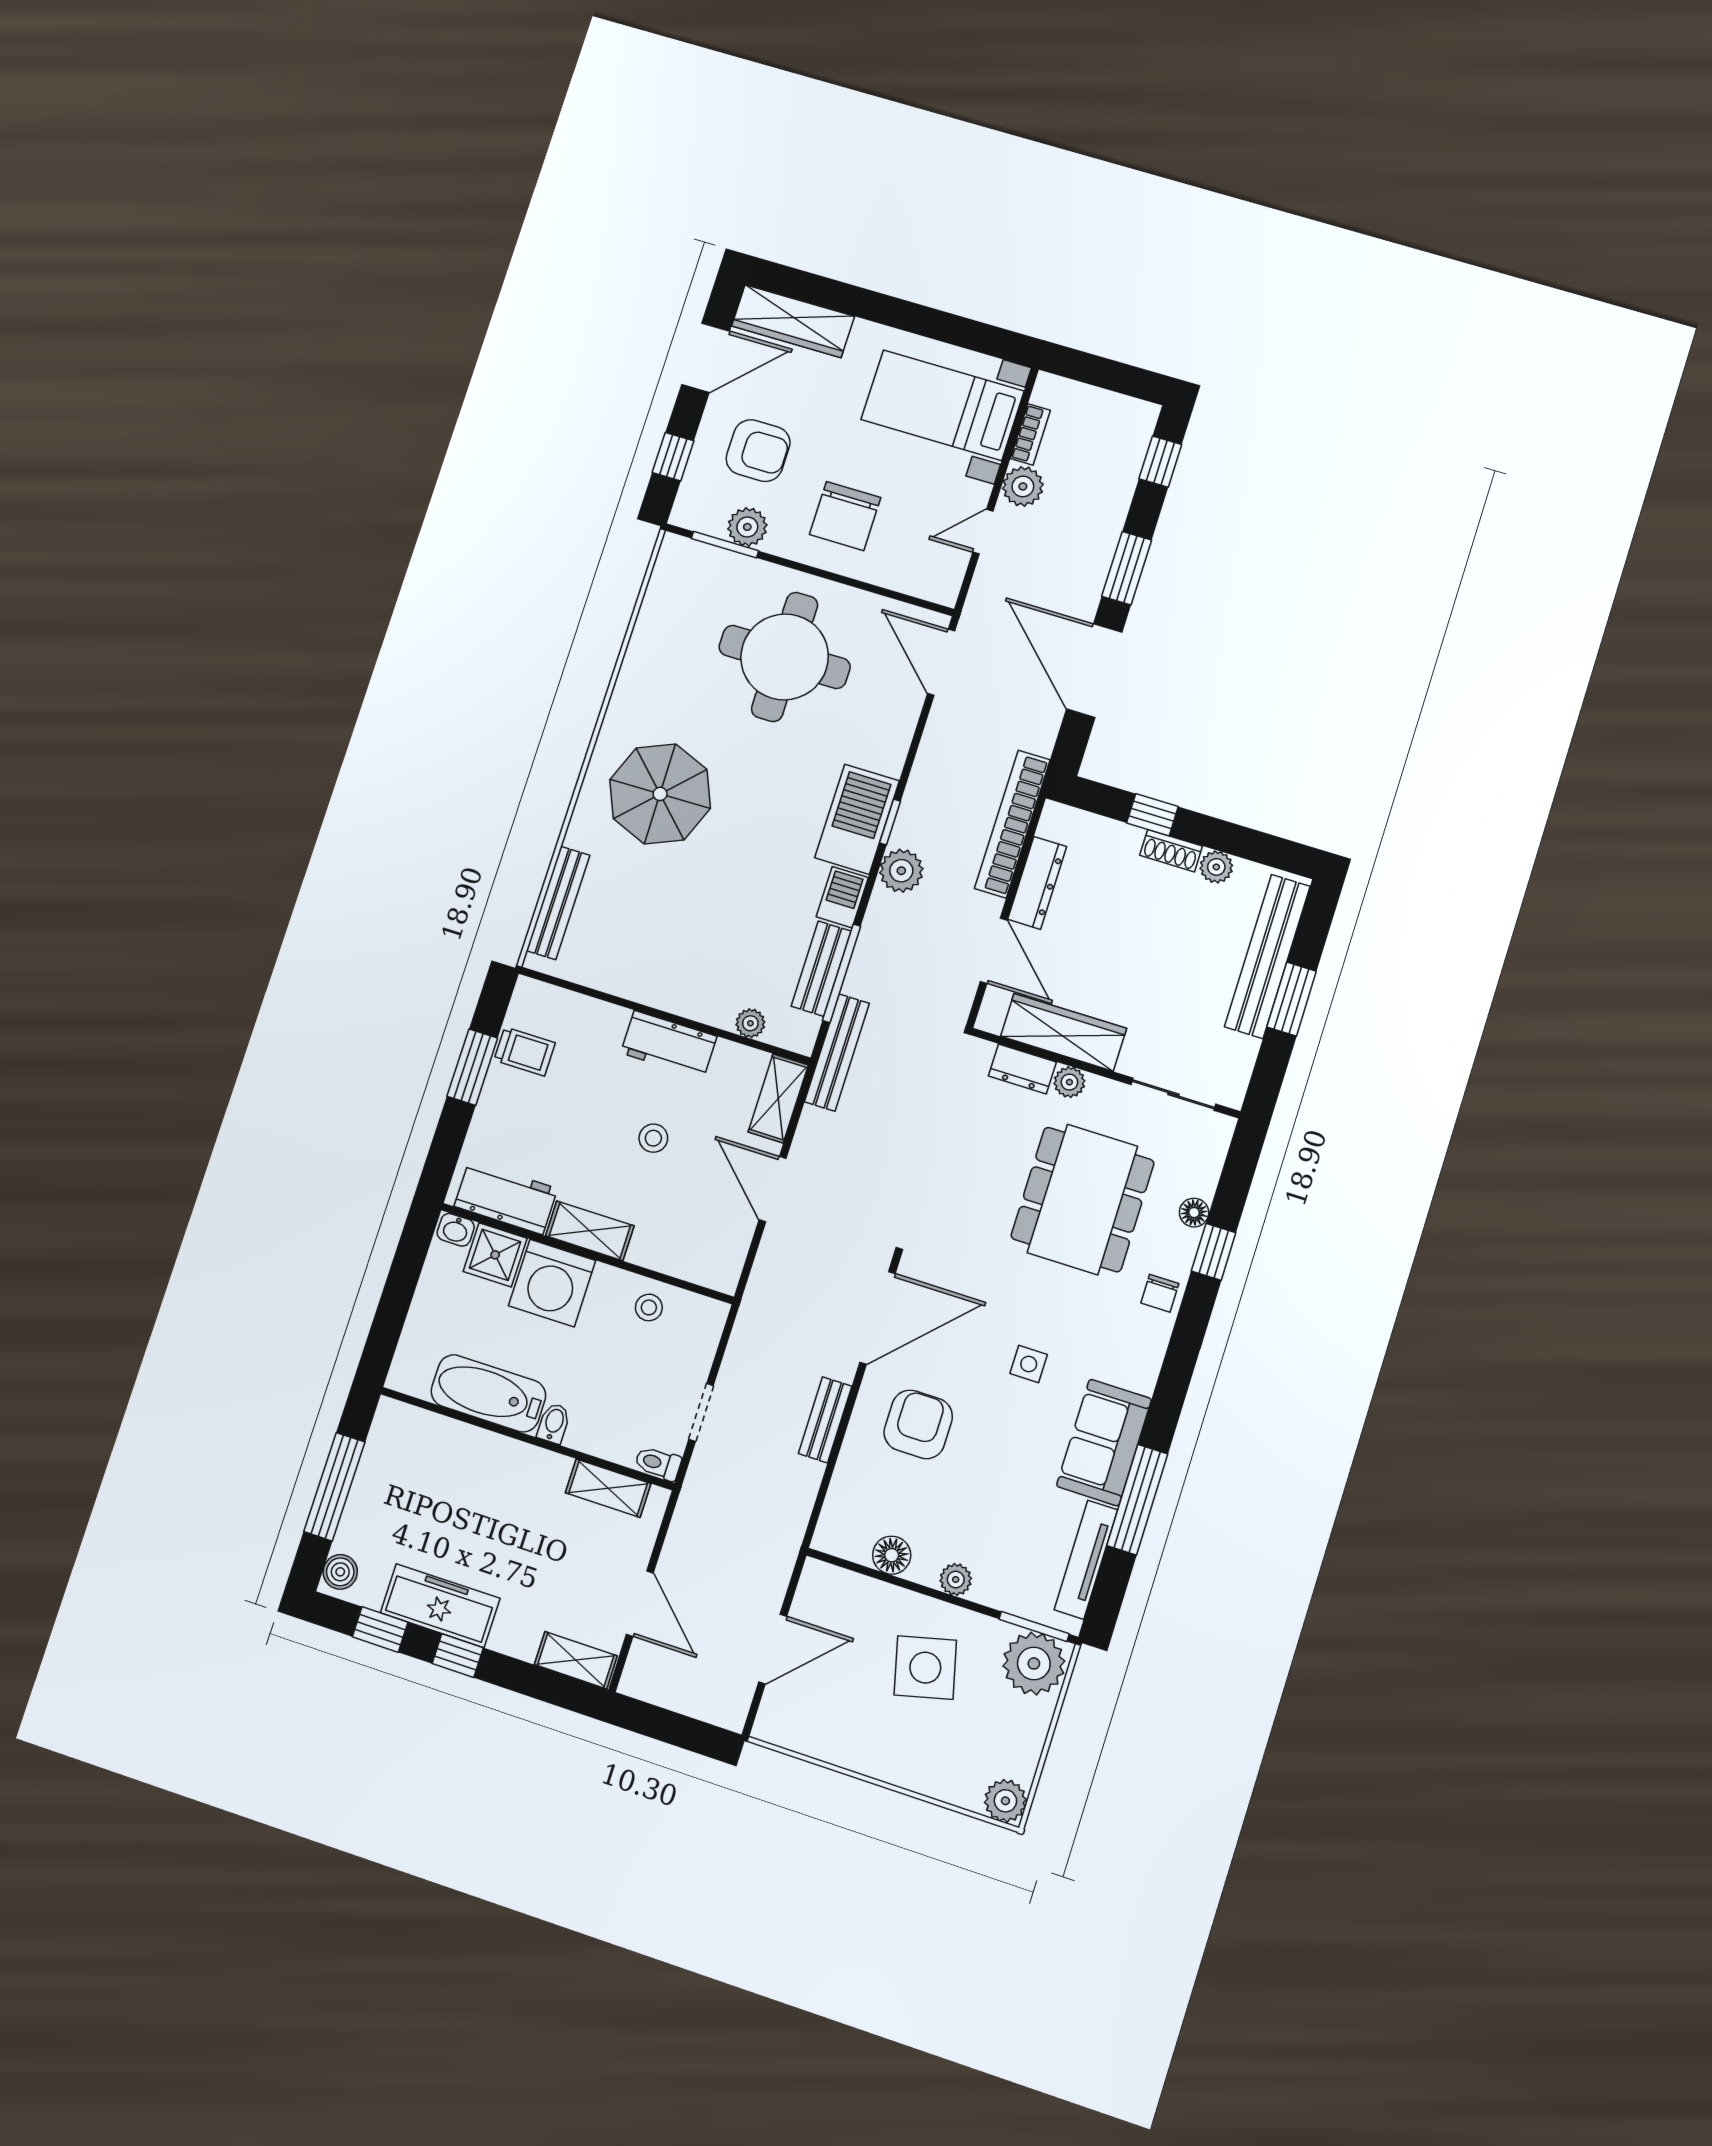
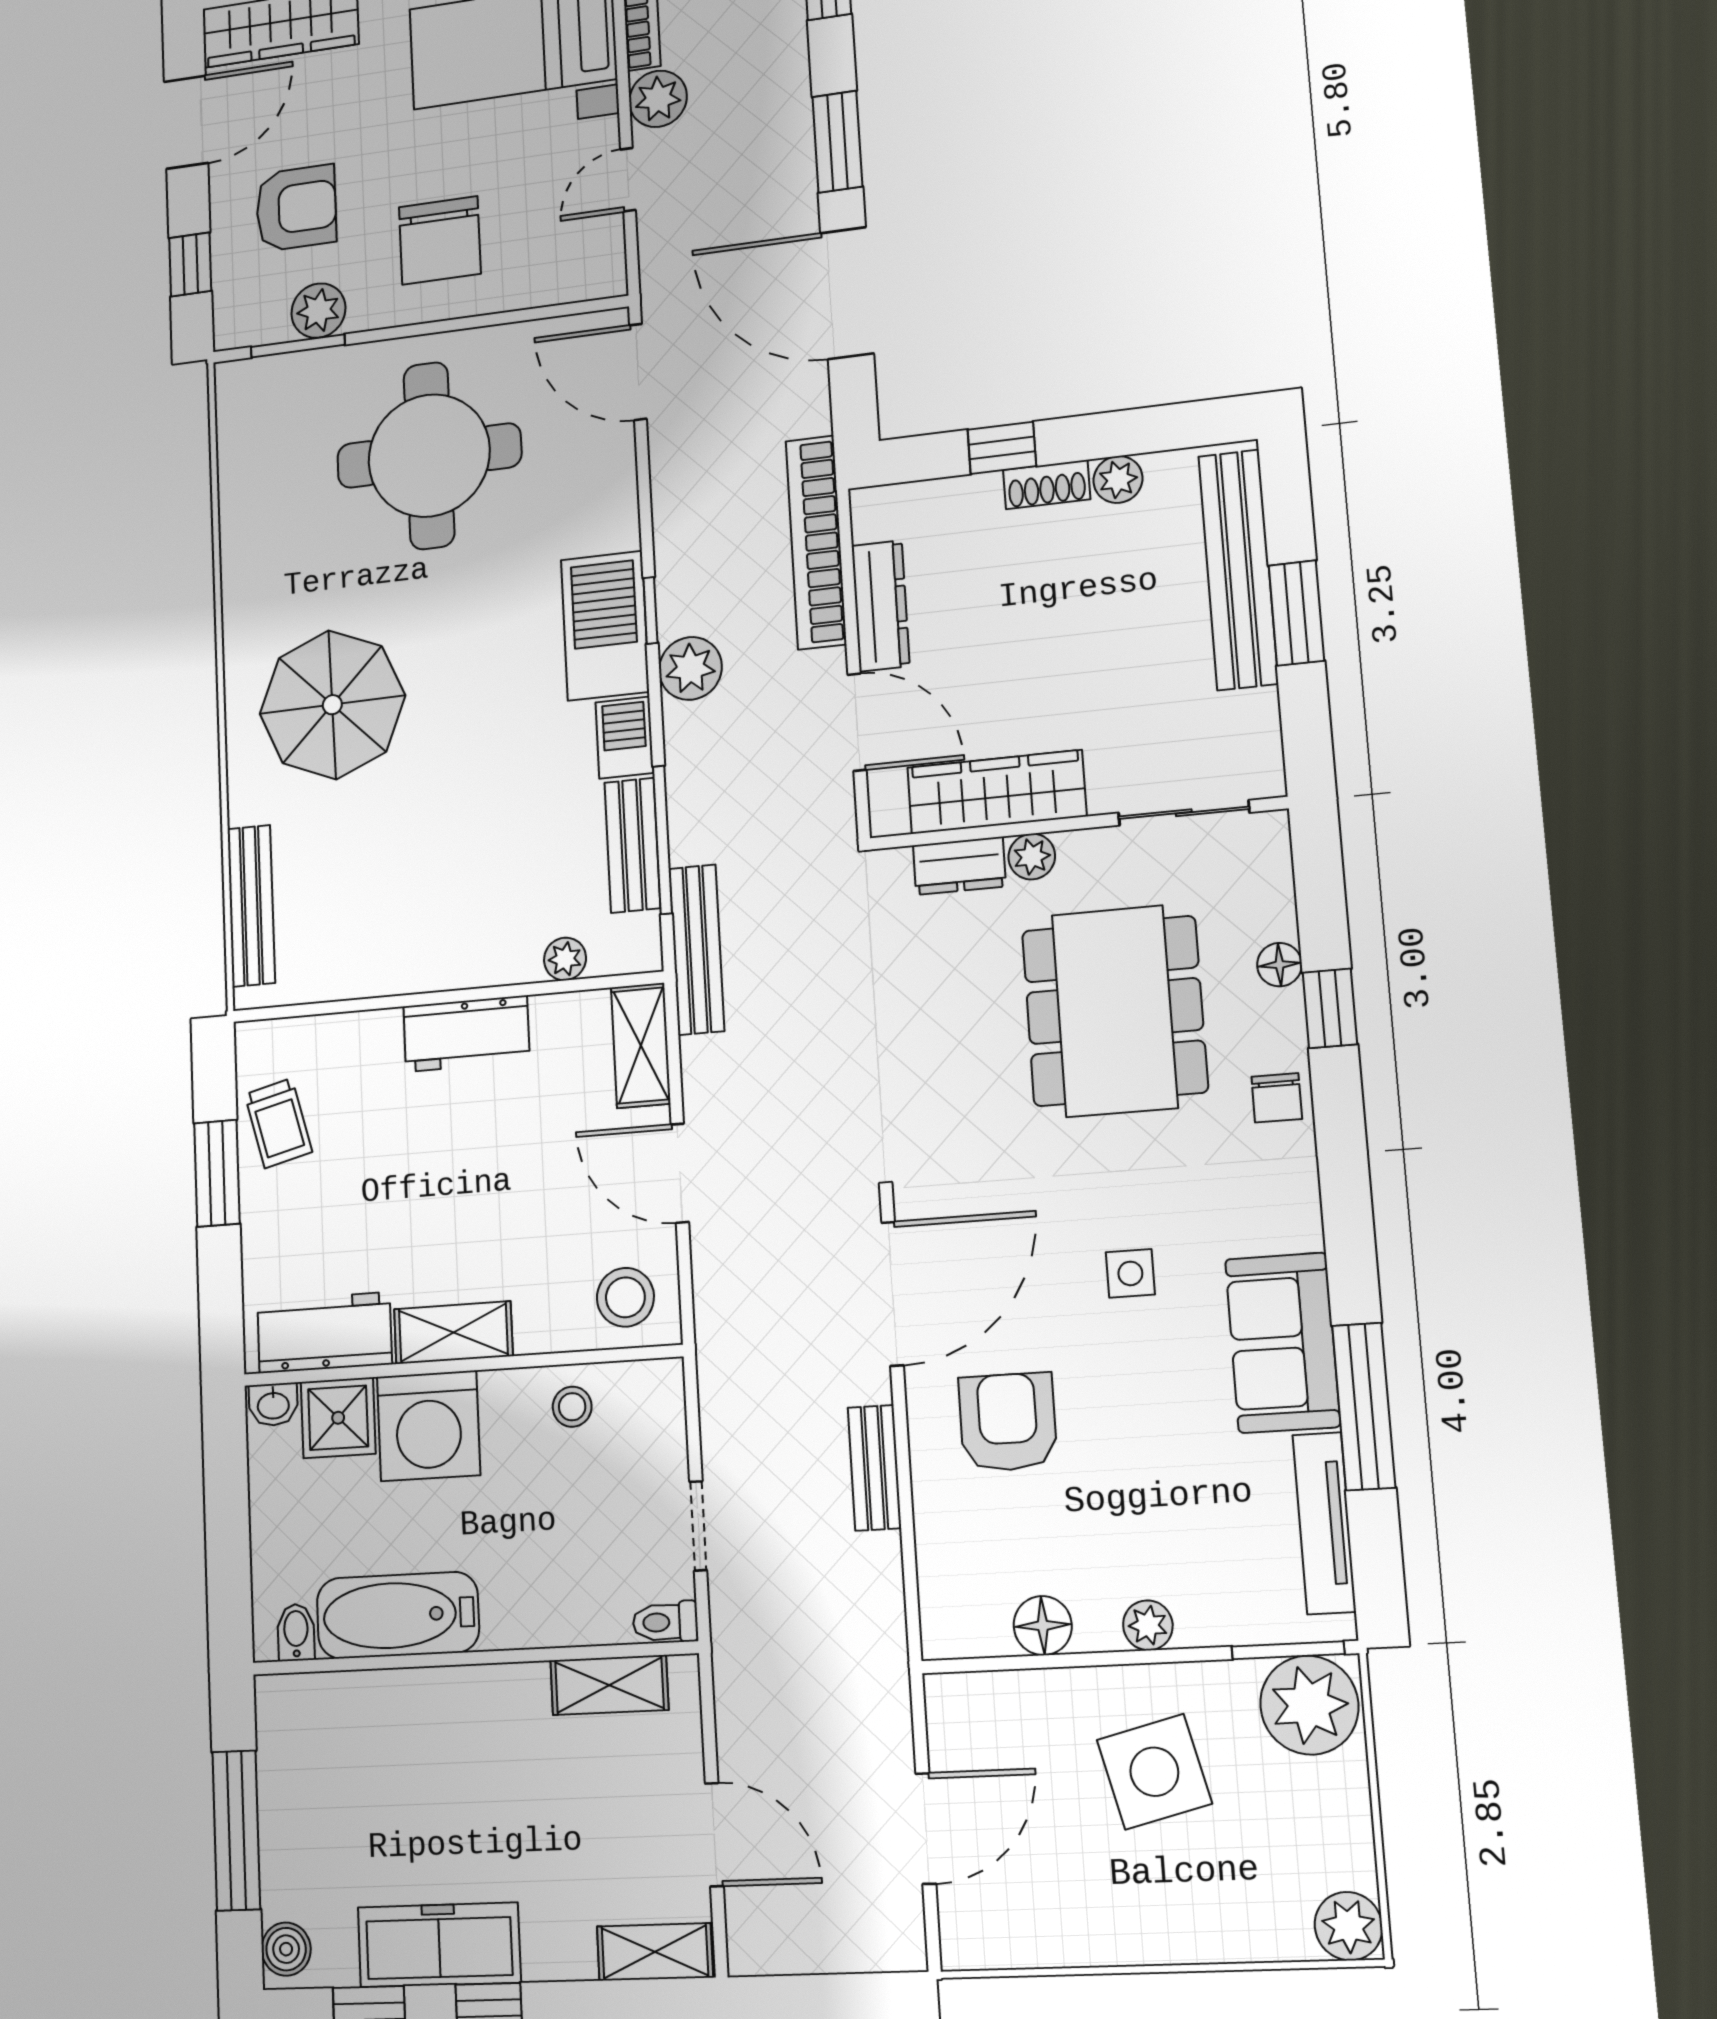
trolley: (525, 1051) -> (278, 1123), turned 76
stool: (653, 1138) -> (625, 1297), moved, width x1.37, depth x1.37
bidet: (554, 1423) -> (296, 1632), moved

